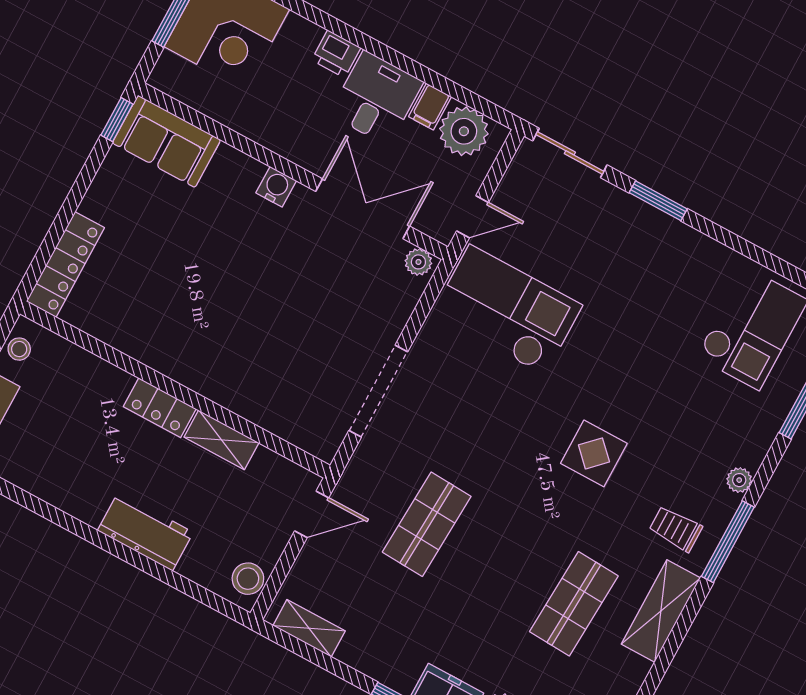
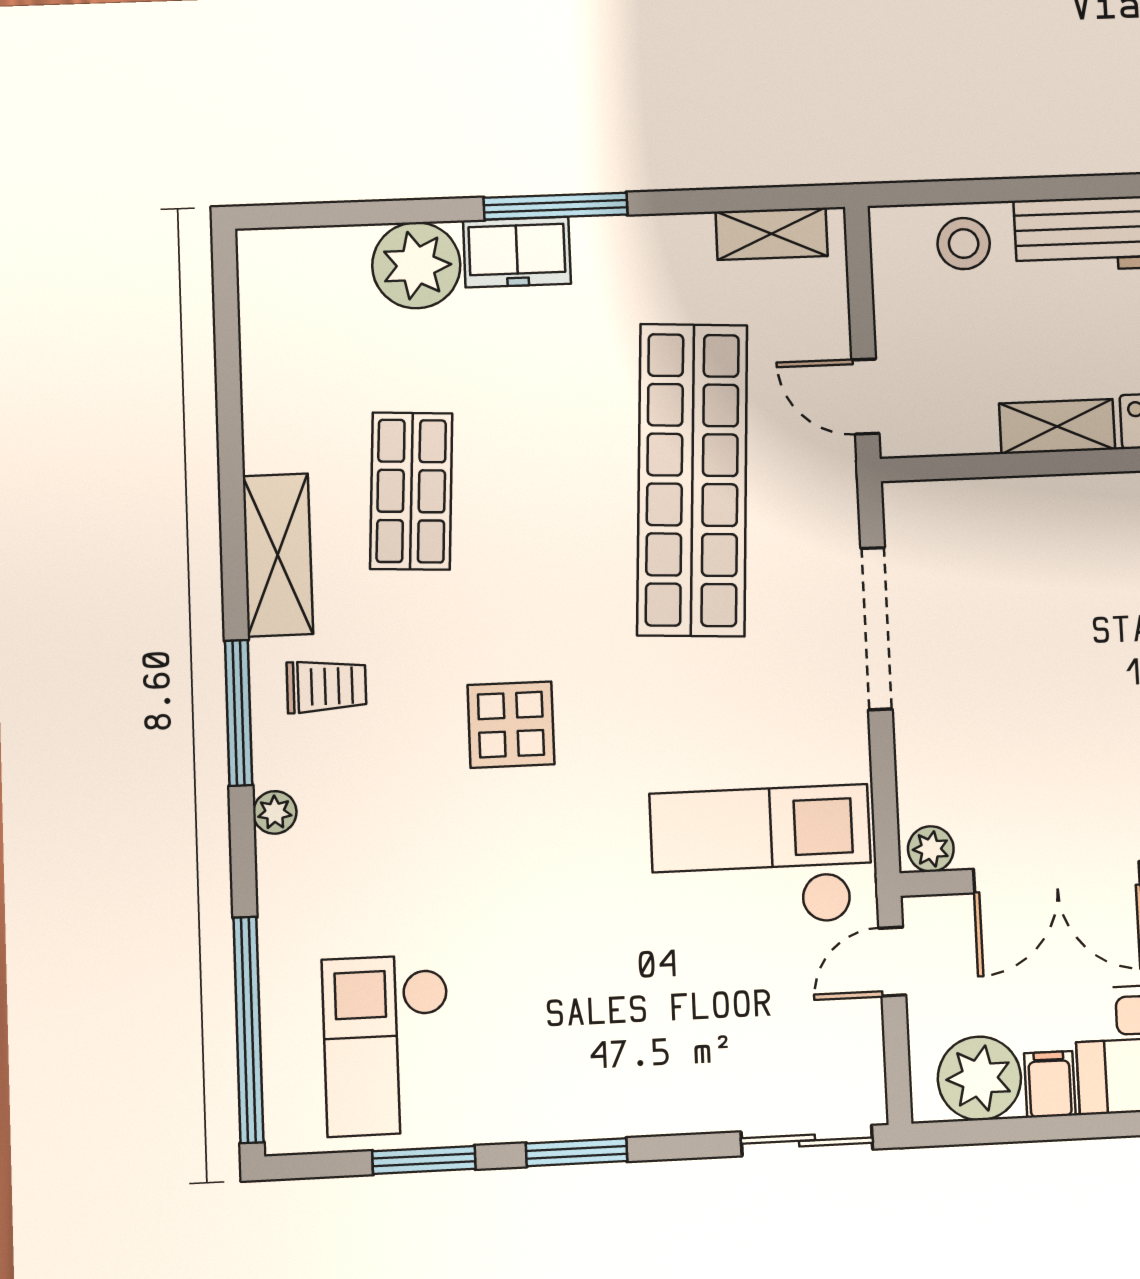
window: (658, 201) -> (577, 1152), moved
window: (767, 260) -> (424, 1160), added
checkout: (507, 310) -> (761, 857), turned 180
door: (312, 514) -> (865, 397), hinge flipped
shop shelf: (427, 524) -> (692, 480), width x2.00, depth x1.36
stool: (248, 579) -> (964, 244), moved

